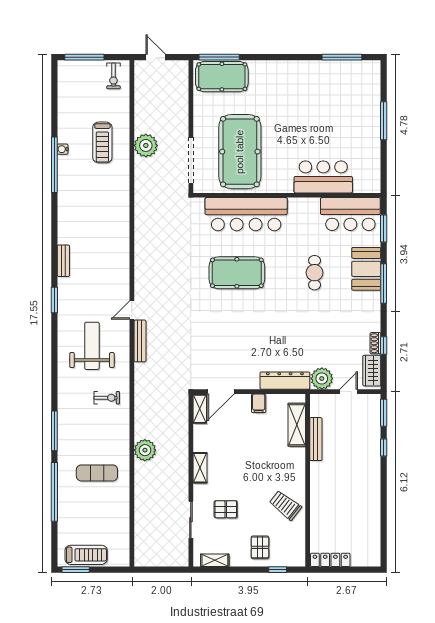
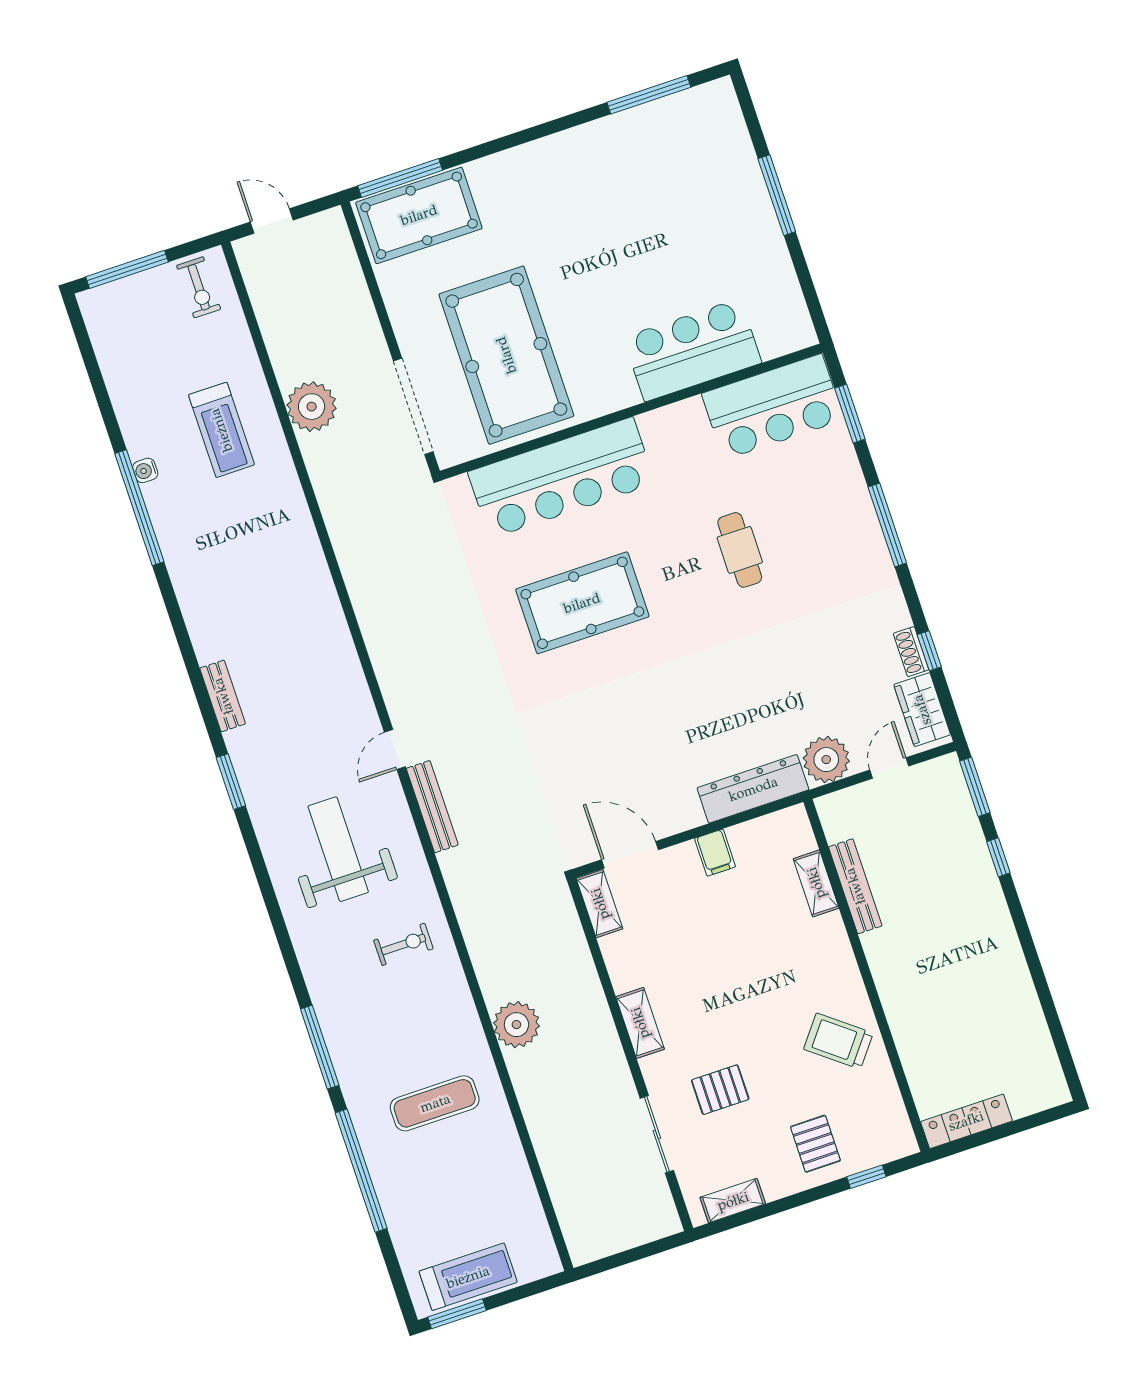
booth: (366, 269) -> (842, 507), removed
door: (221, 392) -> (630, 855), swing flipped
shelving: (297, 425) -> (816, 883), width x0.67, depth x0.75

